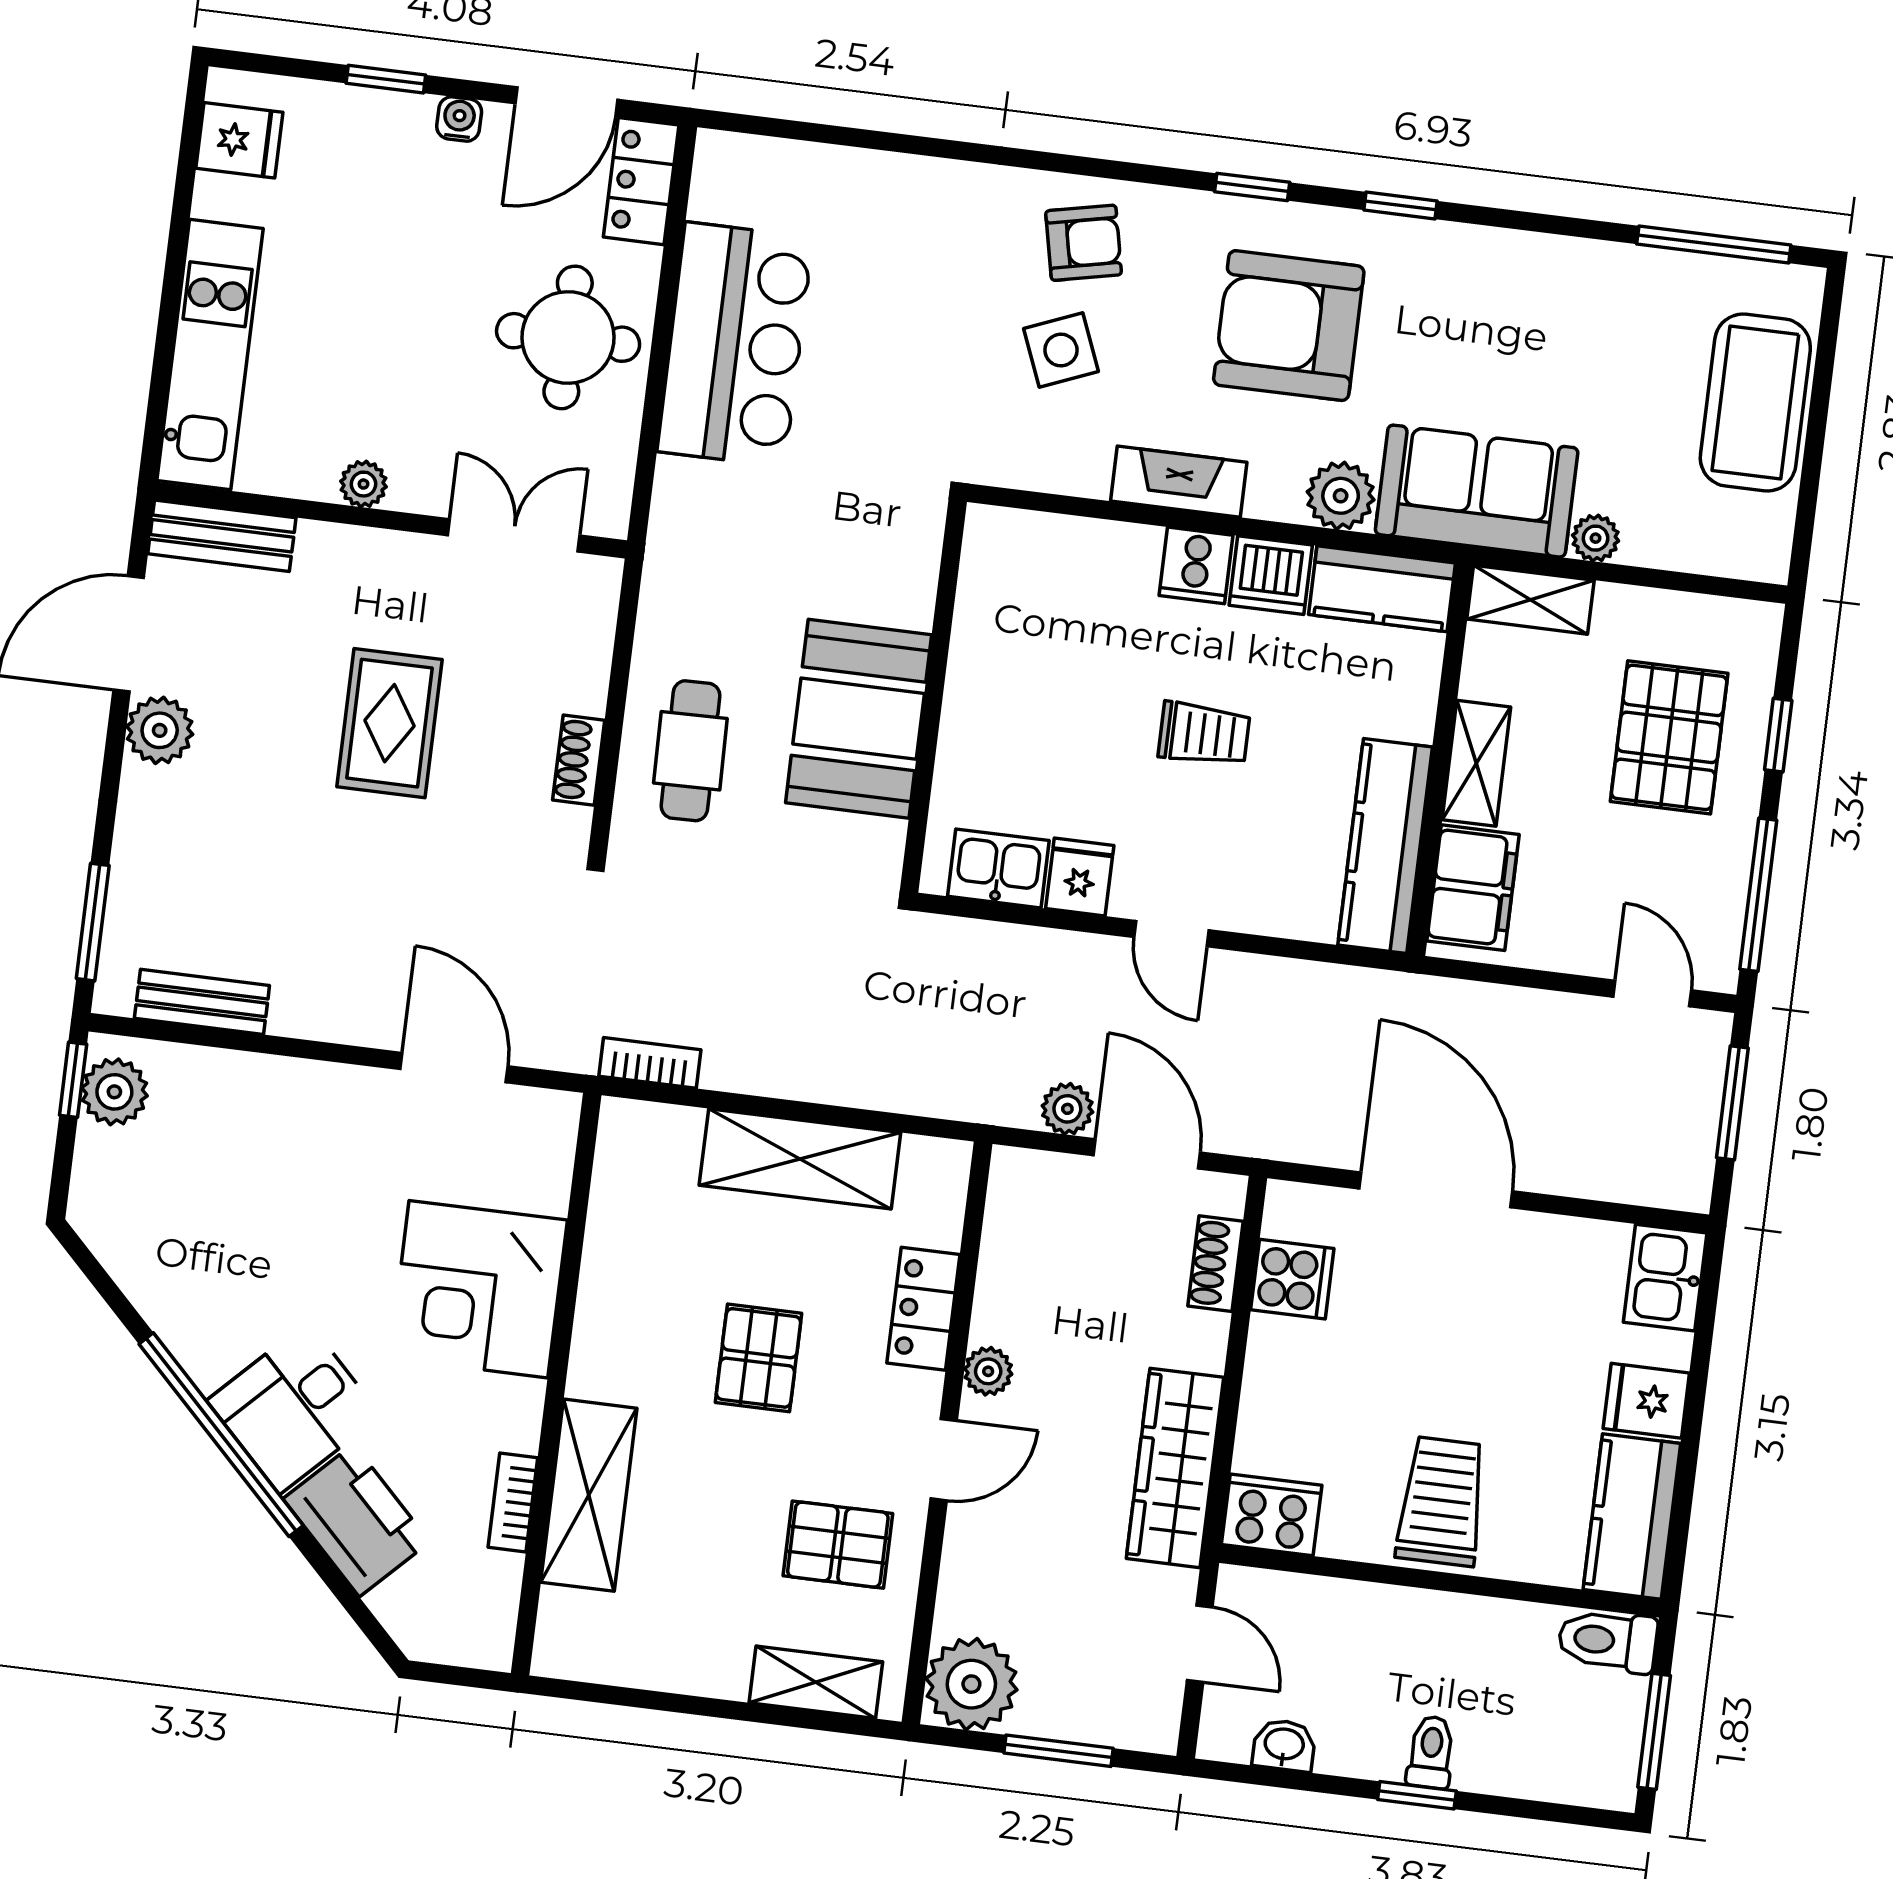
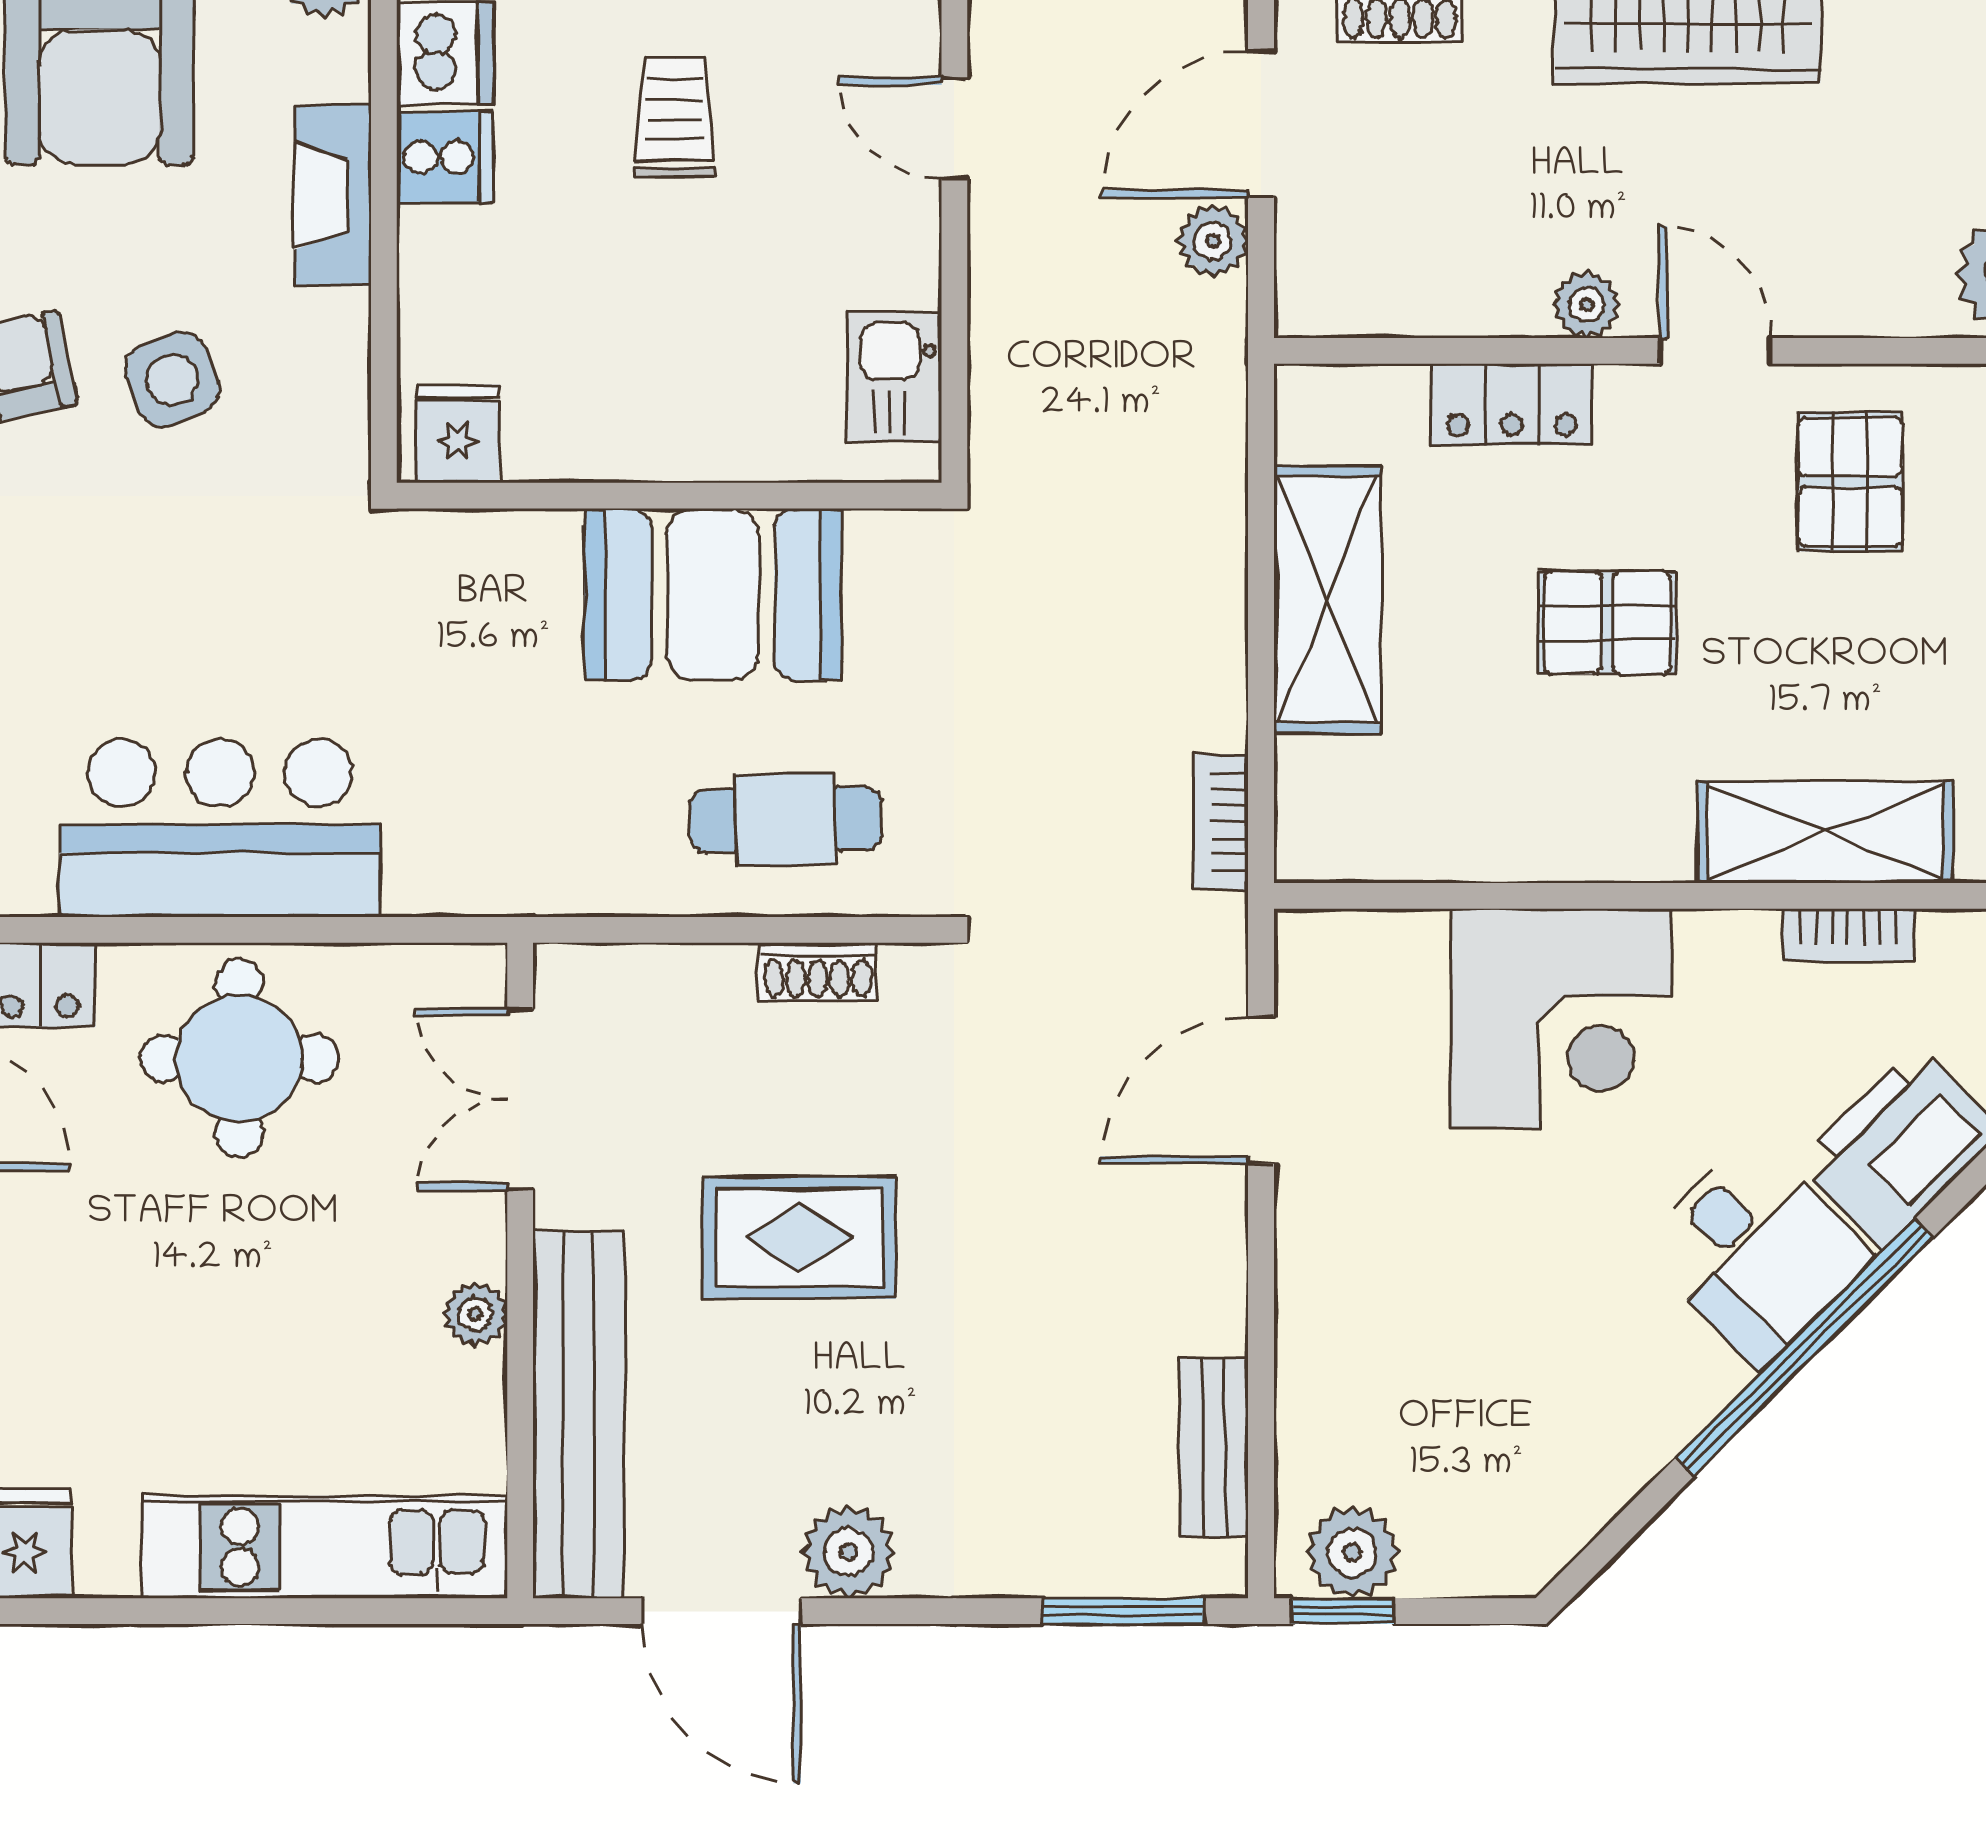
bench: (222, 536) -> (579, 1415), width x1.86, depth x1.21
fridge: (1080, 877) -> (458, 434), moved, turned 90
door: (1171, 934) -> (954, 128), swing flipped

